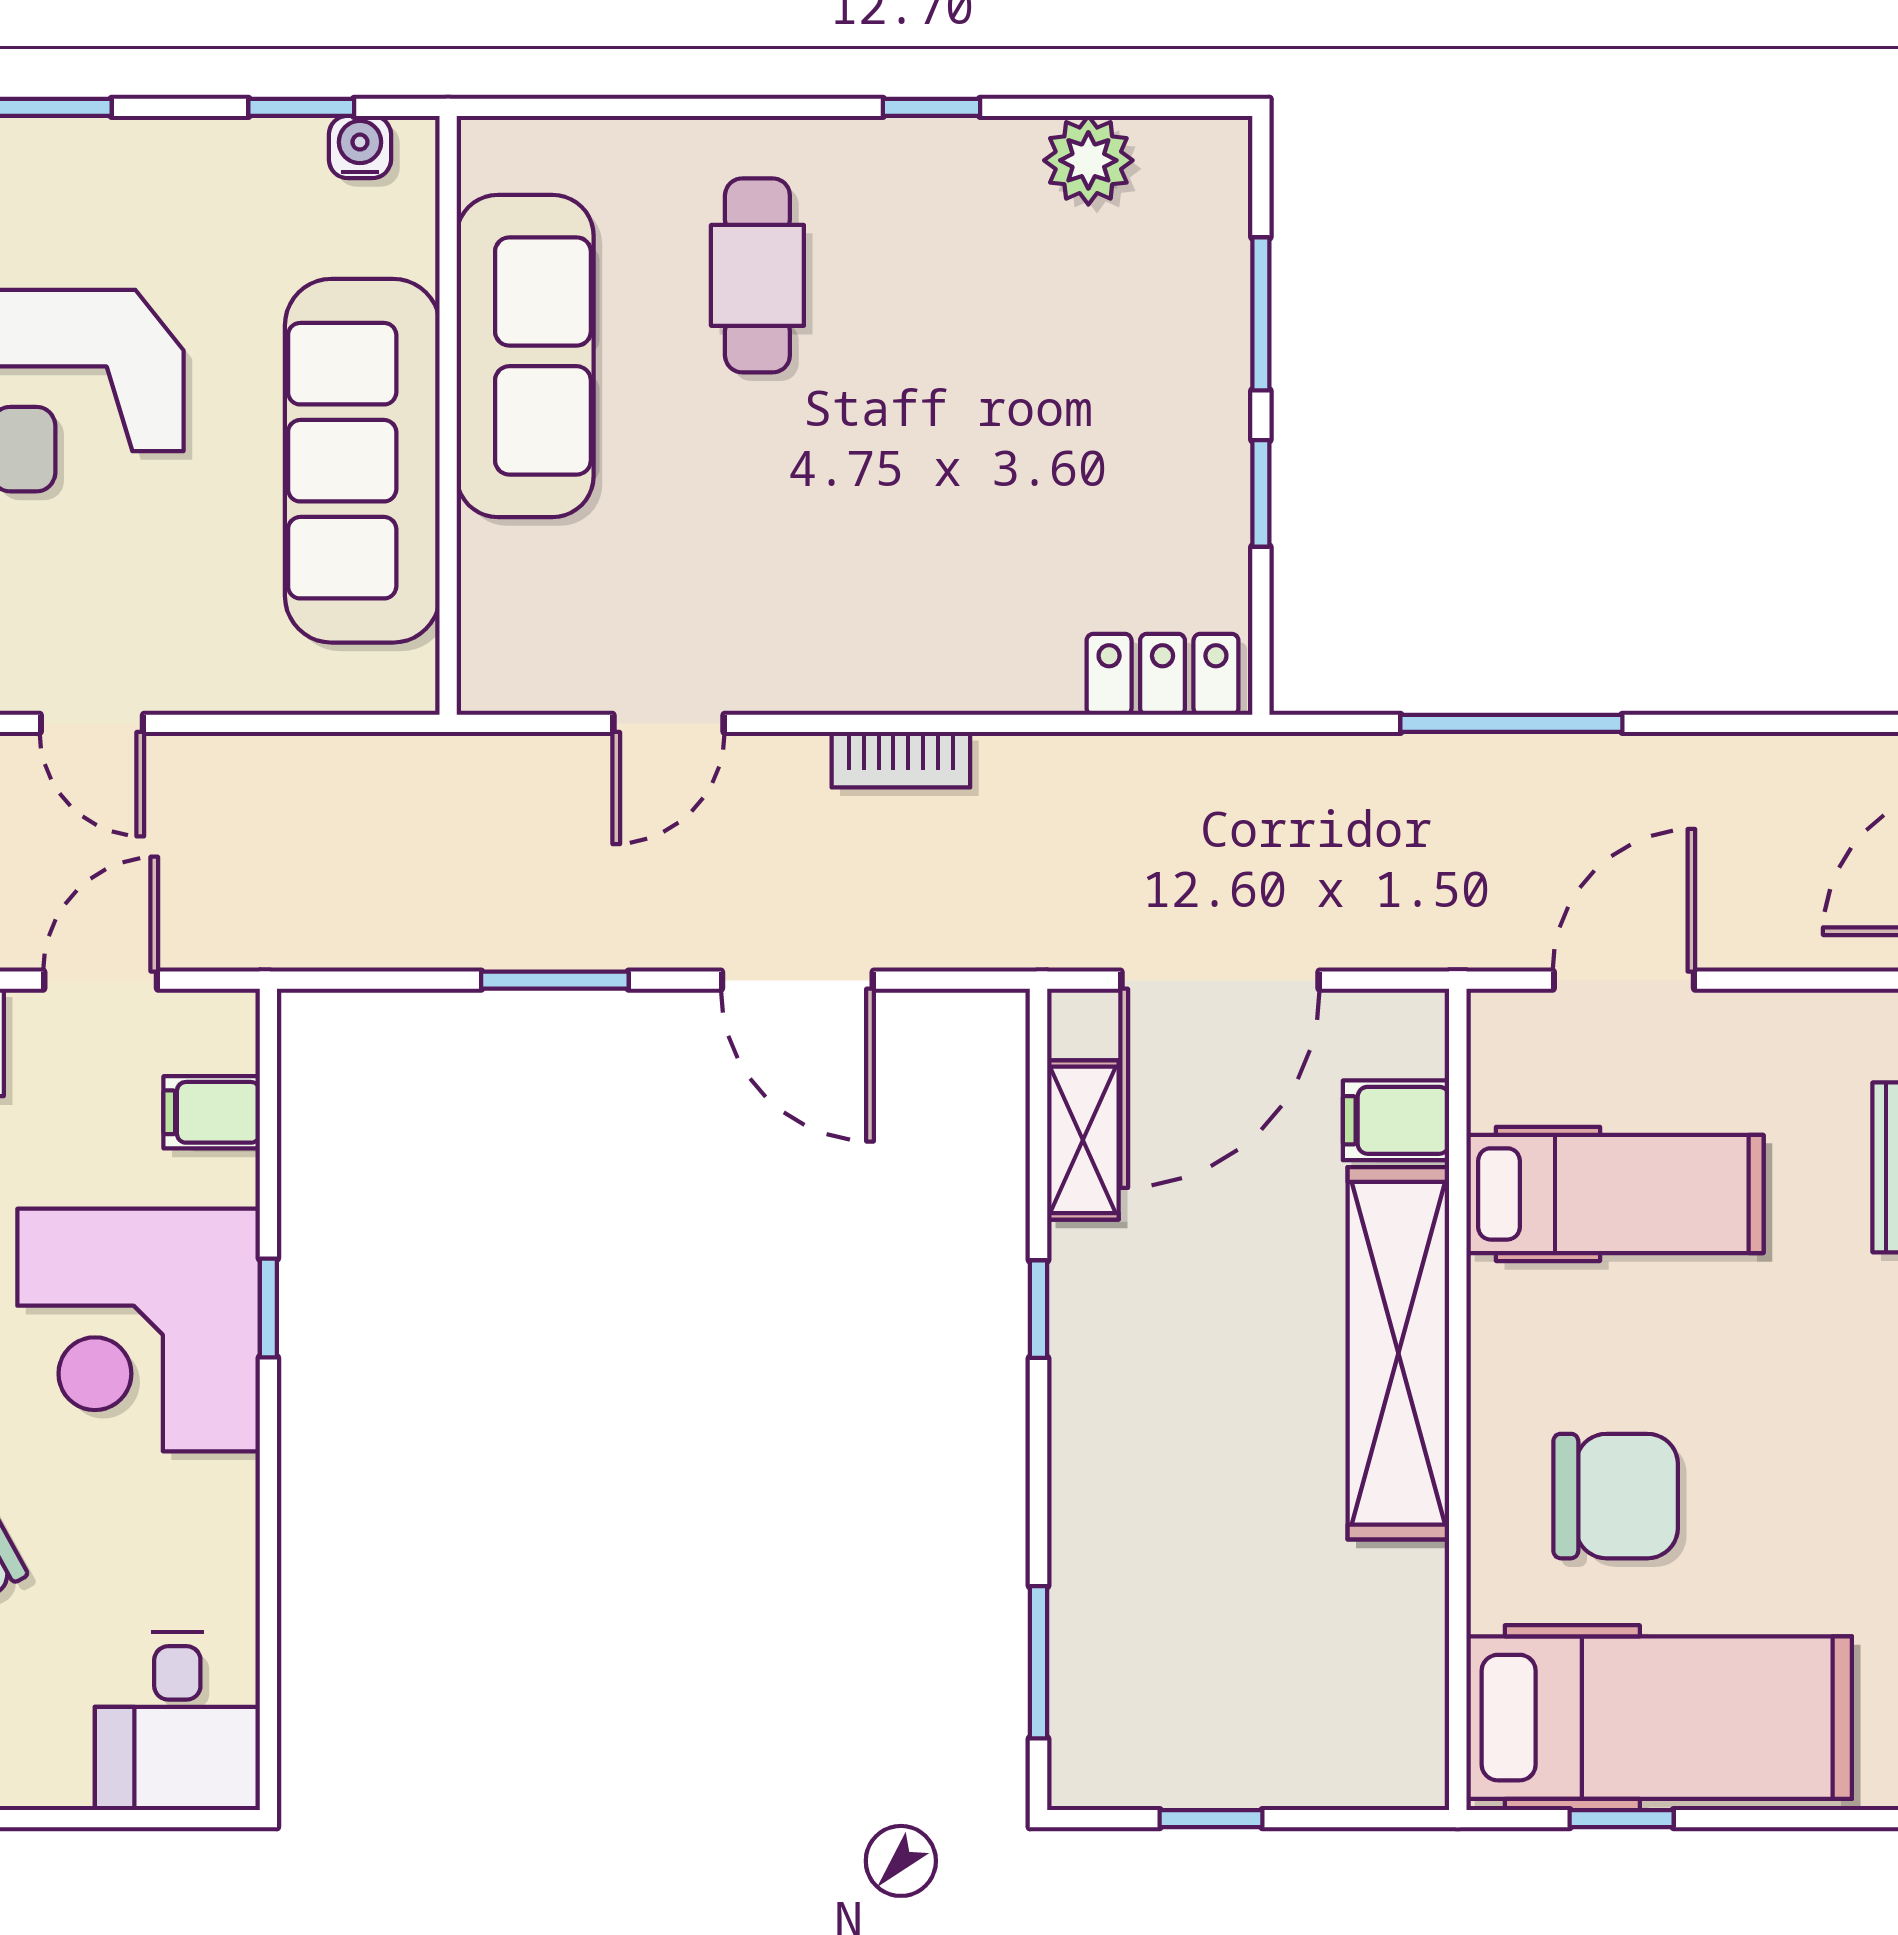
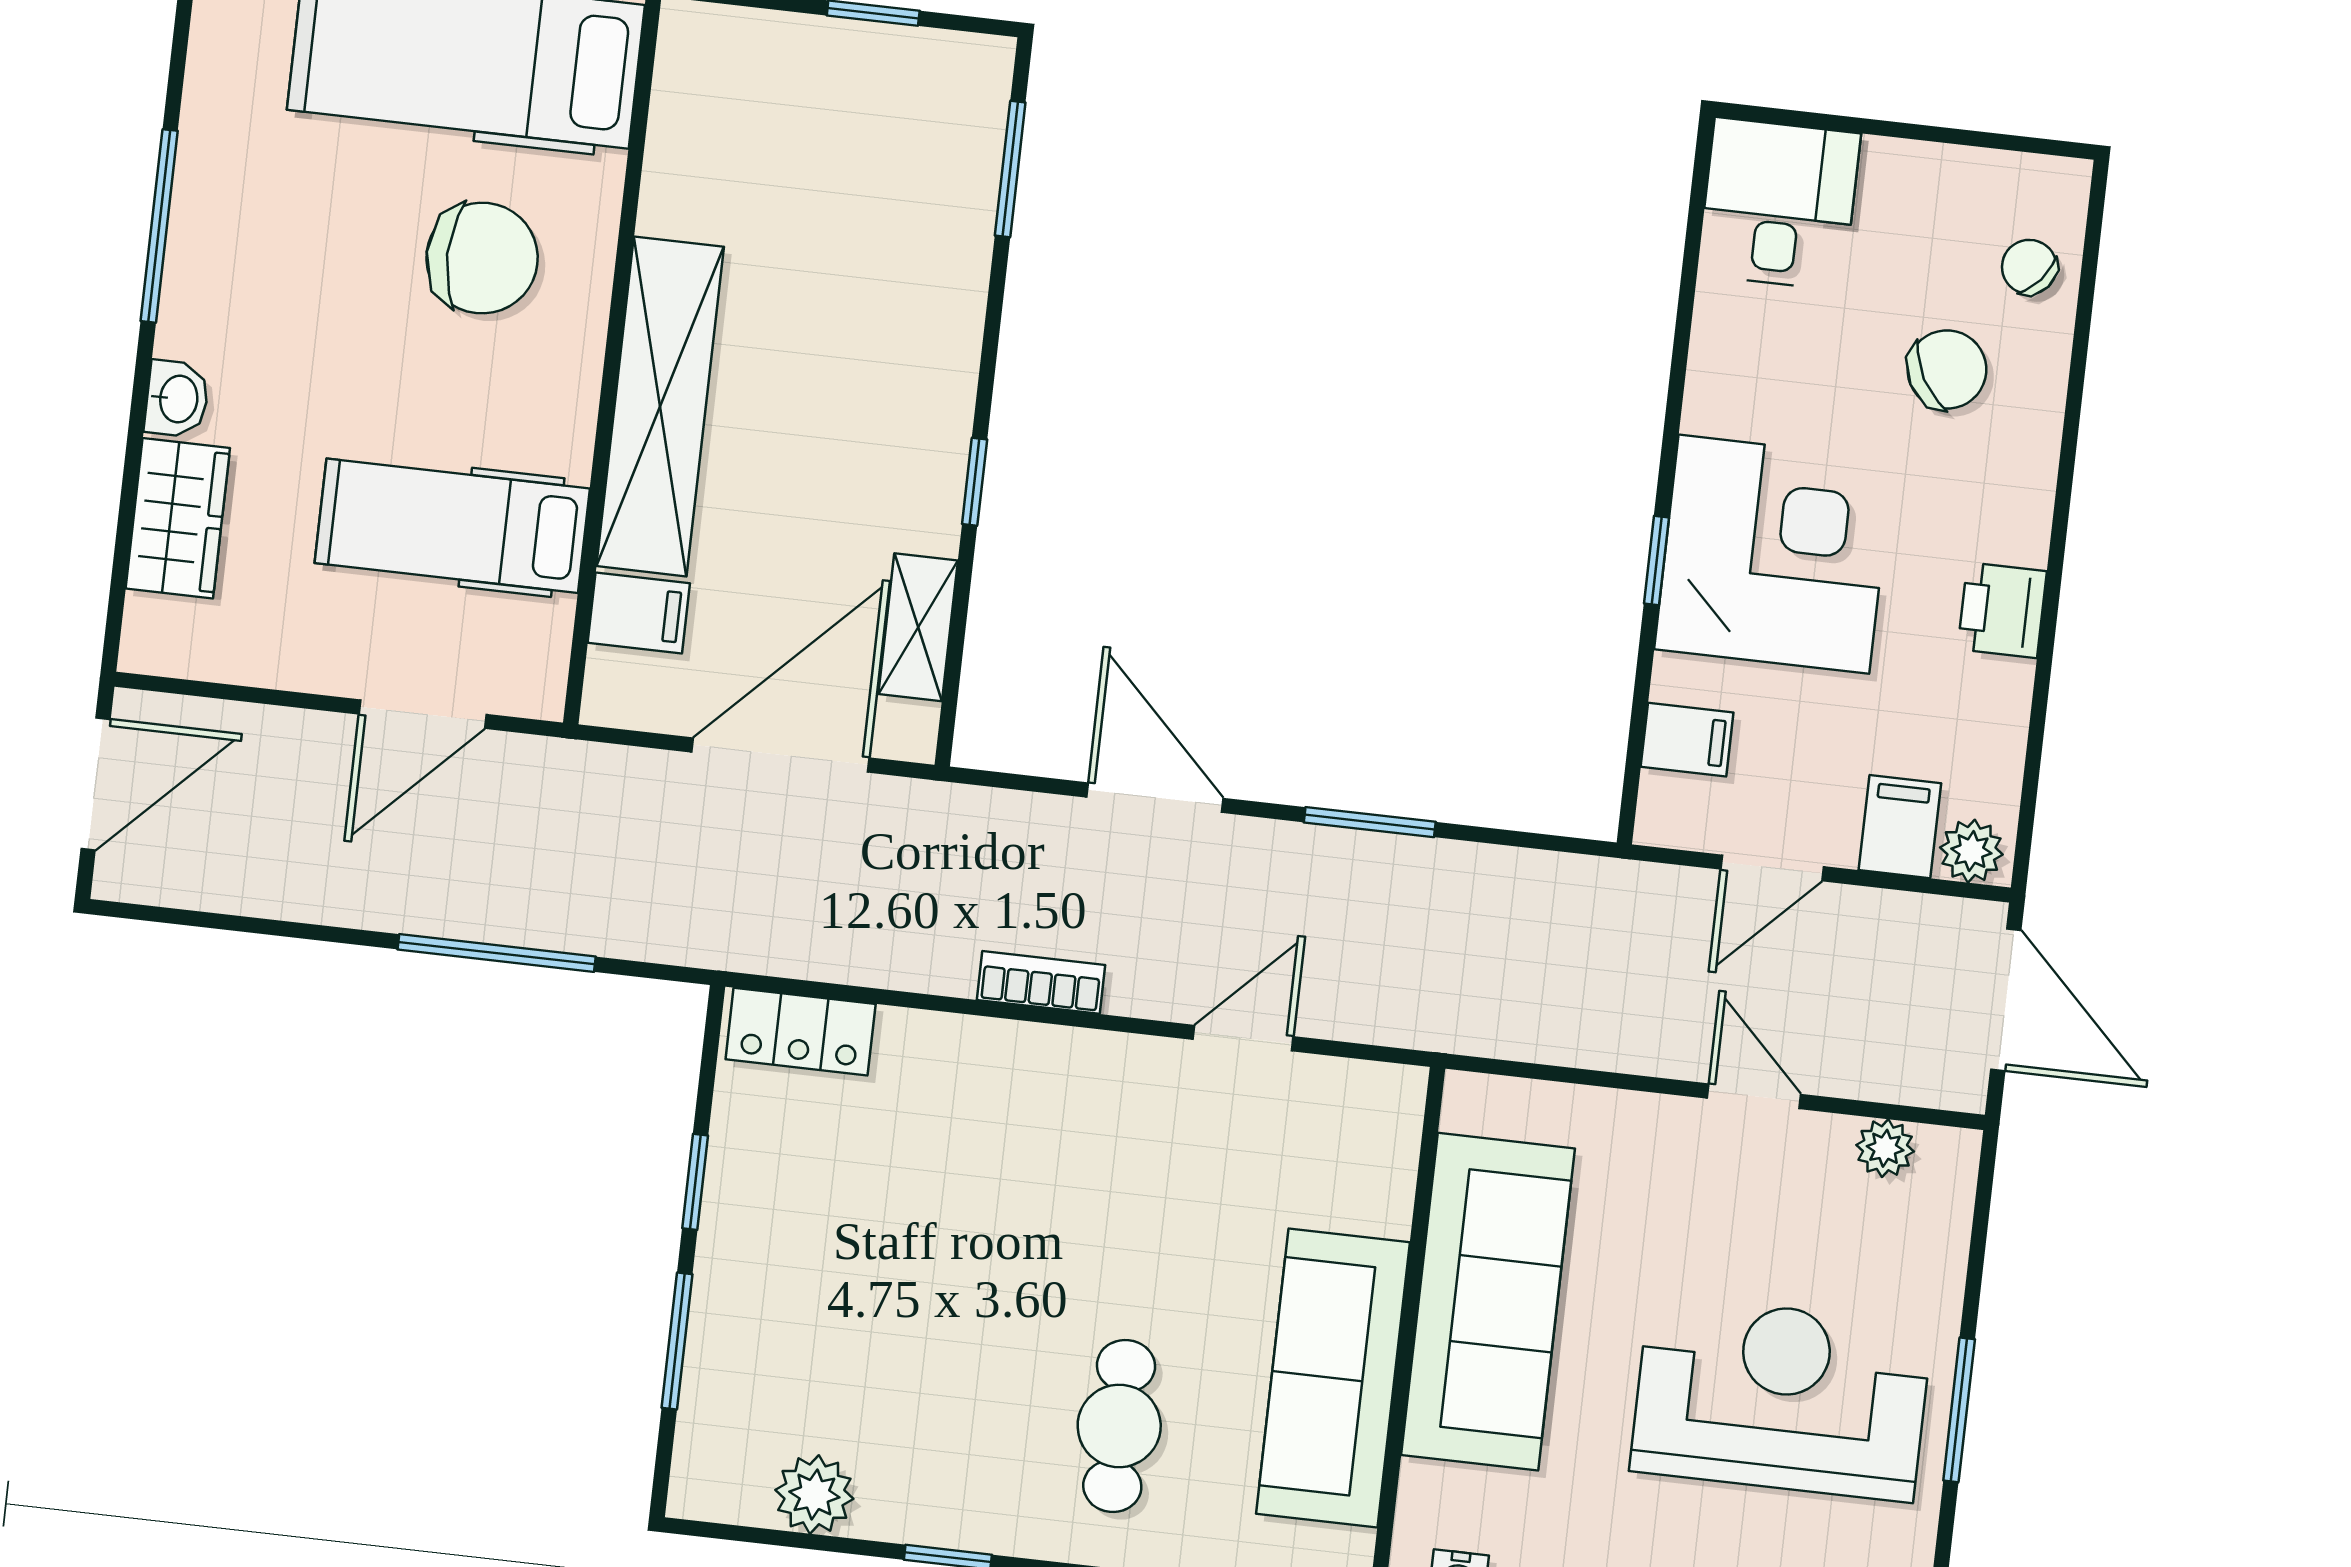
chair: (1616, 1496) -> (482, 258), turned 180

